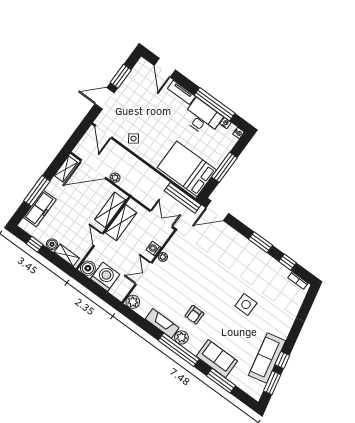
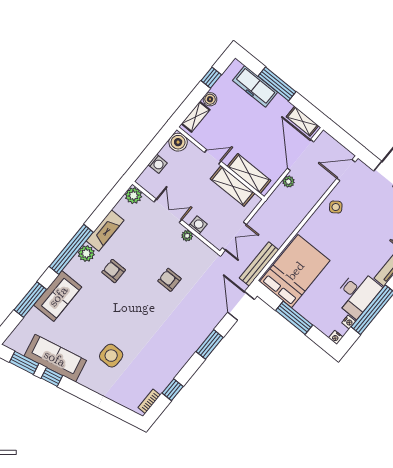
window: (260, 242) -> (210, 344), moved
armchair: (199, 269) -> (169, 280), added
washing machine: (105, 277) -> (158, 164), width x0.53, depth x0.53
side table: (246, 304) -> (111, 356), moved

